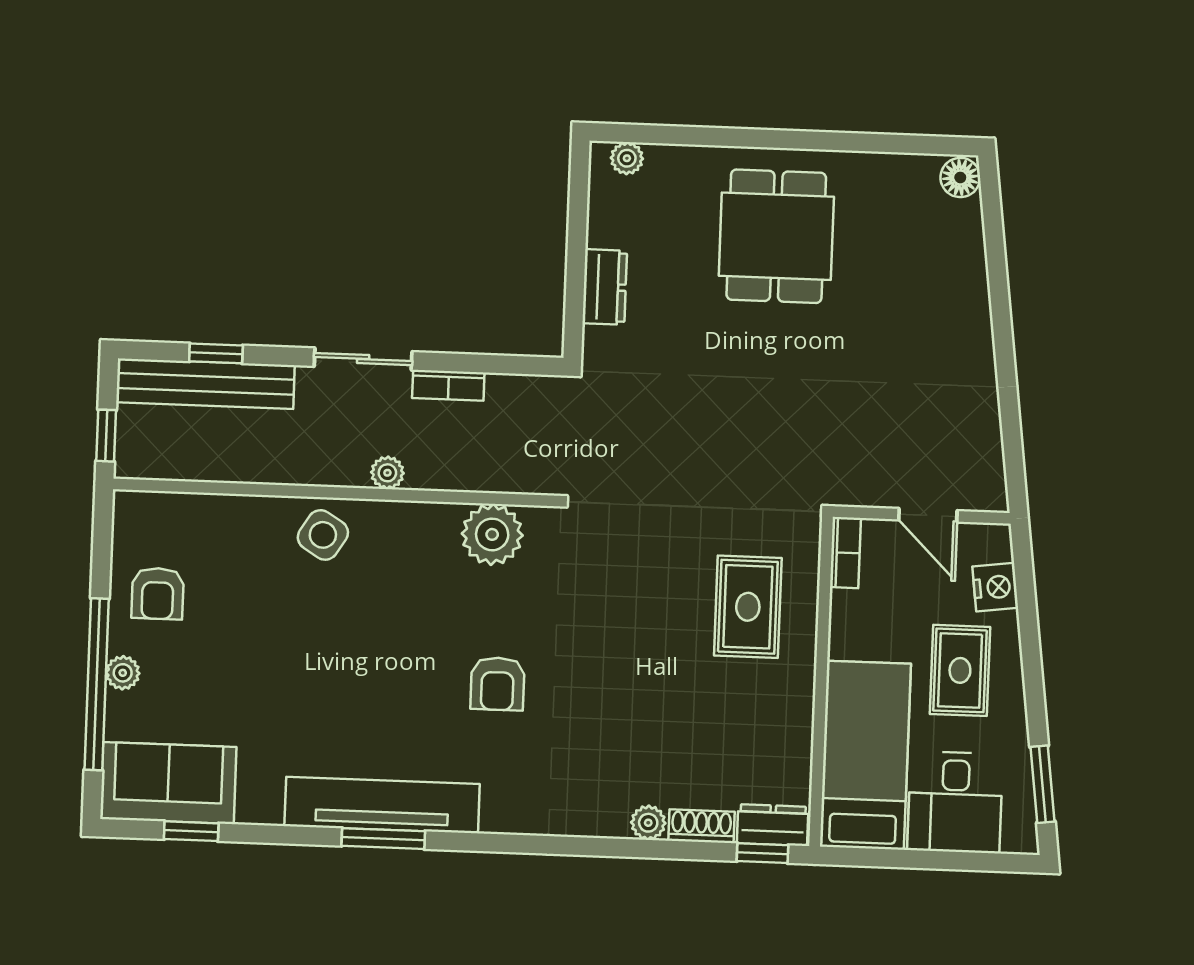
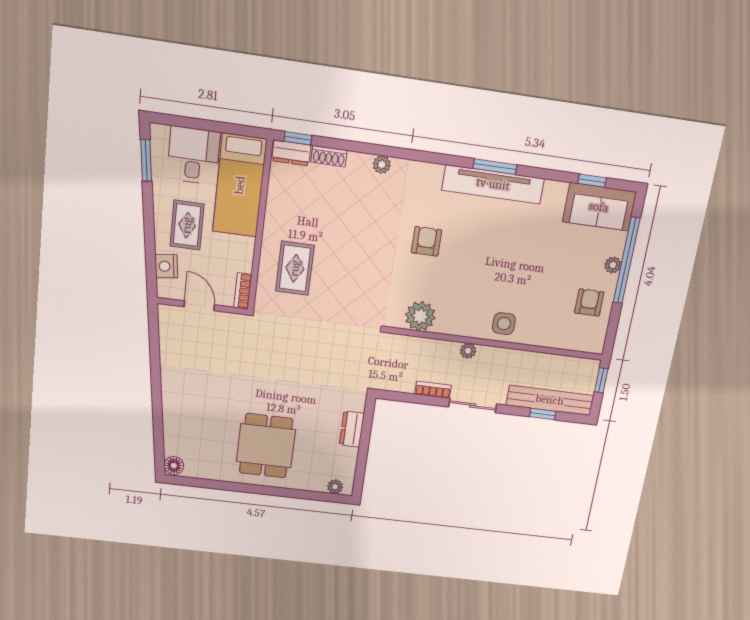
side table: (323, 535) -> (504, 324), turned -32
plant: (648, 823) -> (382, 165), moved

